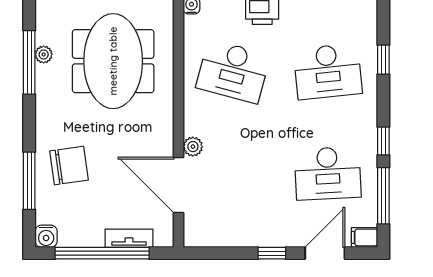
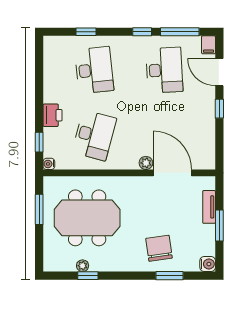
window: (29, 62) -> (88, 276), width x0.46
window: (29, 181) -> (169, 276), width x0.69
door: (179, 185) -> (172, 173), swing flipped
window: (102, 253) -> (219, 225), width x0.47

